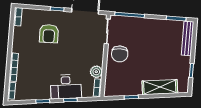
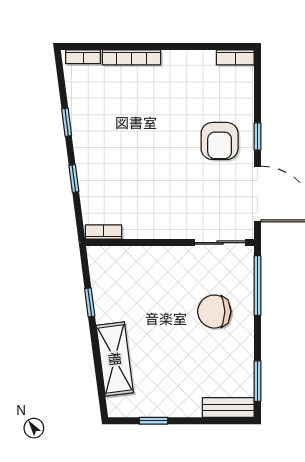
armchair: (49, 34) -> (220, 141), moved, turned -89
bench: (188, 38) -> (228, 408), width x0.73
chair: (120, 54) -> (214, 312), moved
plant: (96, 72) -> (136, 227), removed
desk: (66, 87) -> (100, 167), removed

